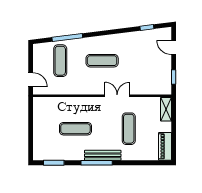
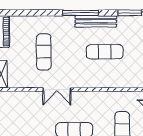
bench: (103, 155) -> (96, 21), moved

